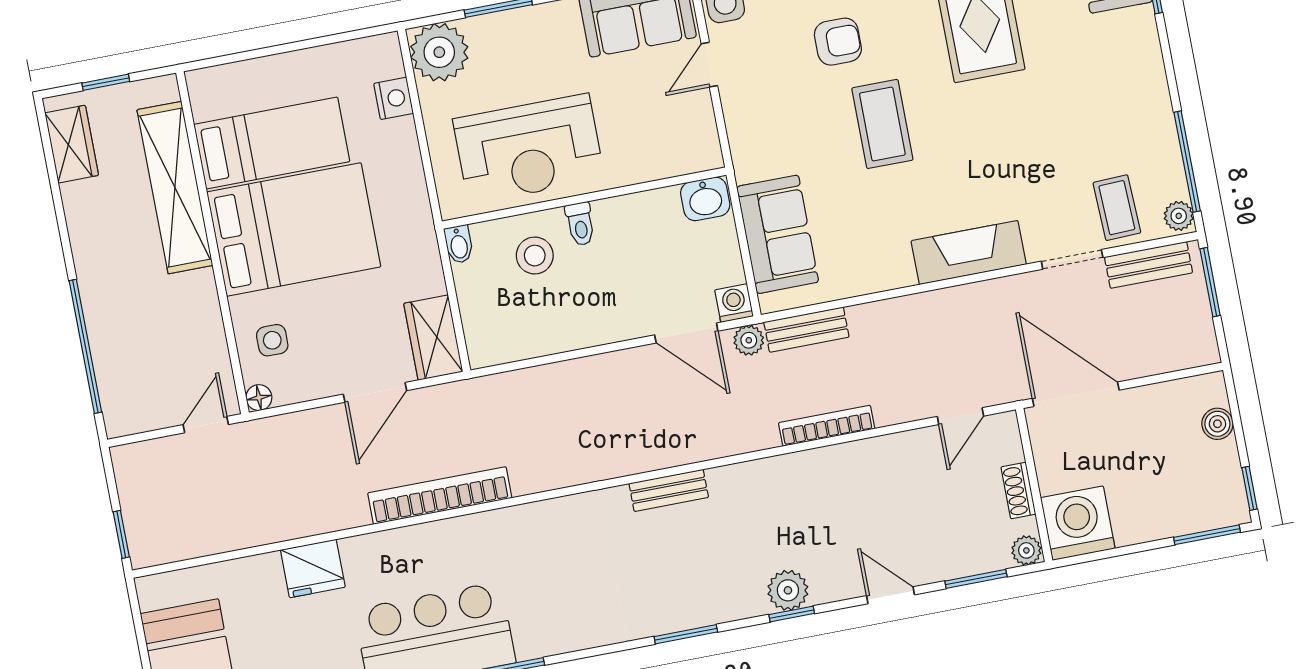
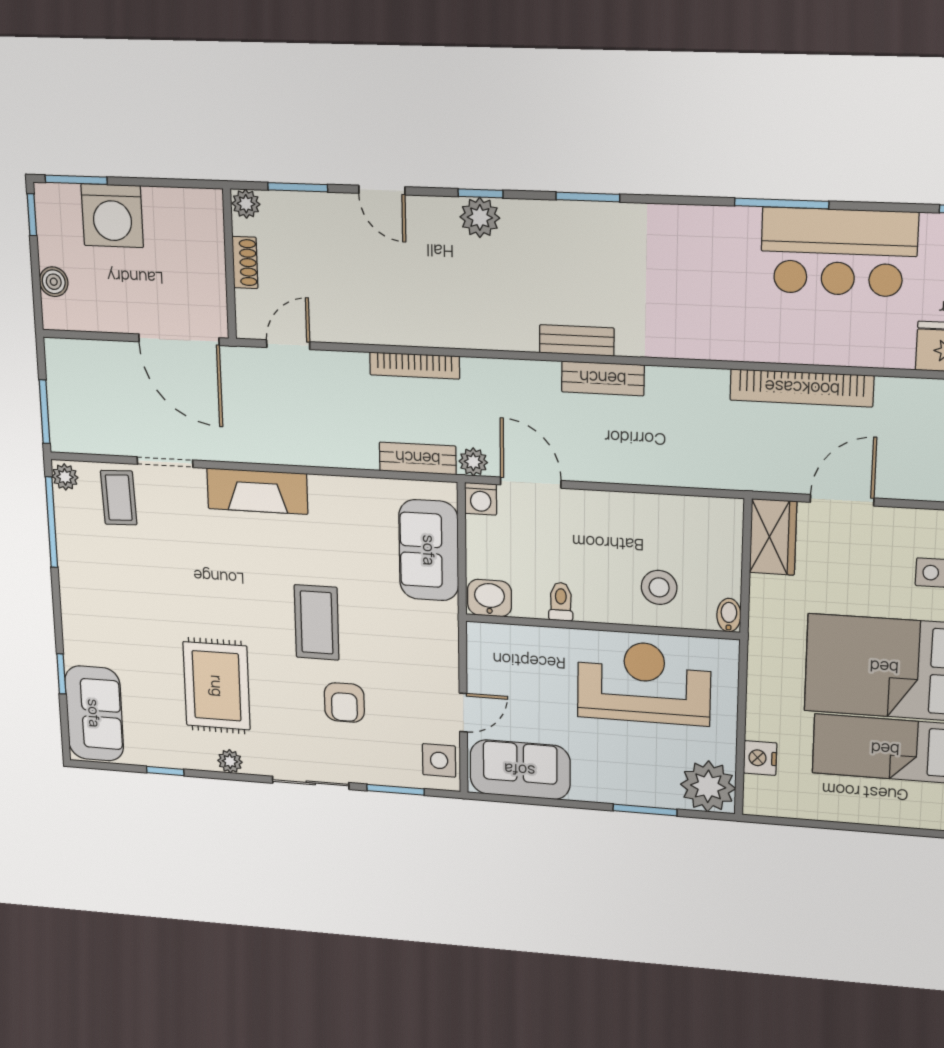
armchair: (838, 42) -> (344, 702), turned -90
toilet: (580, 224) -> (561, 602), moved
bench: (1149, 265) -> (603, 378), moved
washing machine: (1078, 523) -> (112, 216), moved

